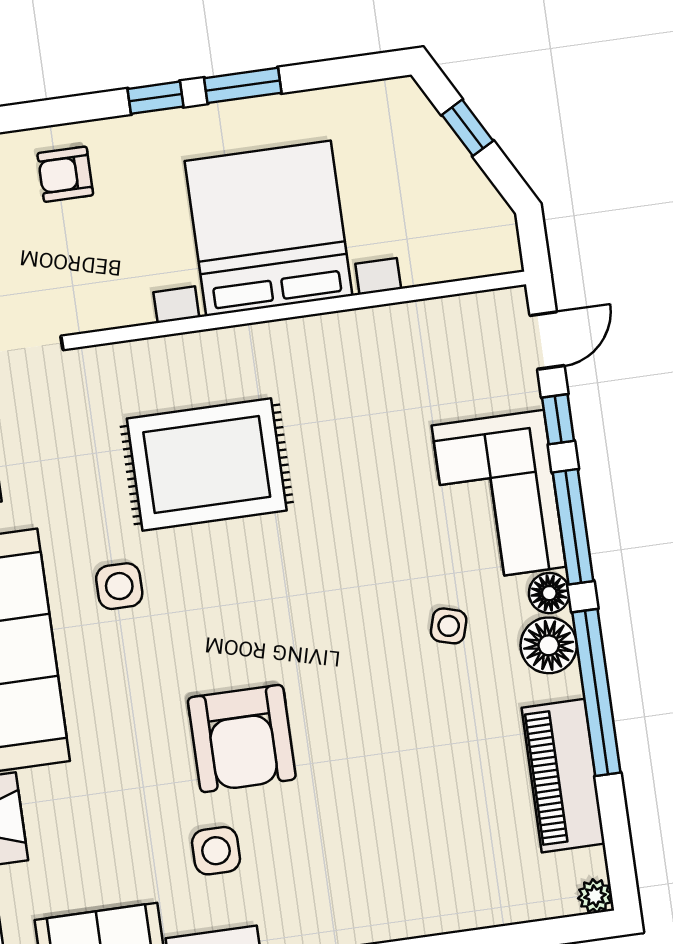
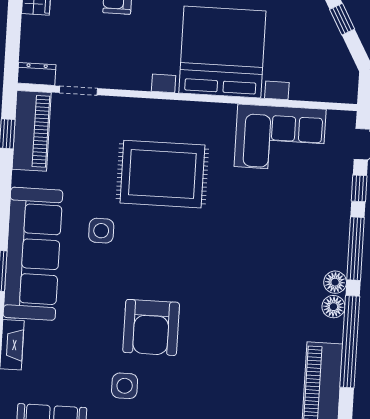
corner sofa: (499, 496) -> (280, 138), moved, turned -90
side table: (449, 626) -> (277, 289), removed
floor lamp: (549, 645) -> (333, 307), width x0.73, depth x0.73

